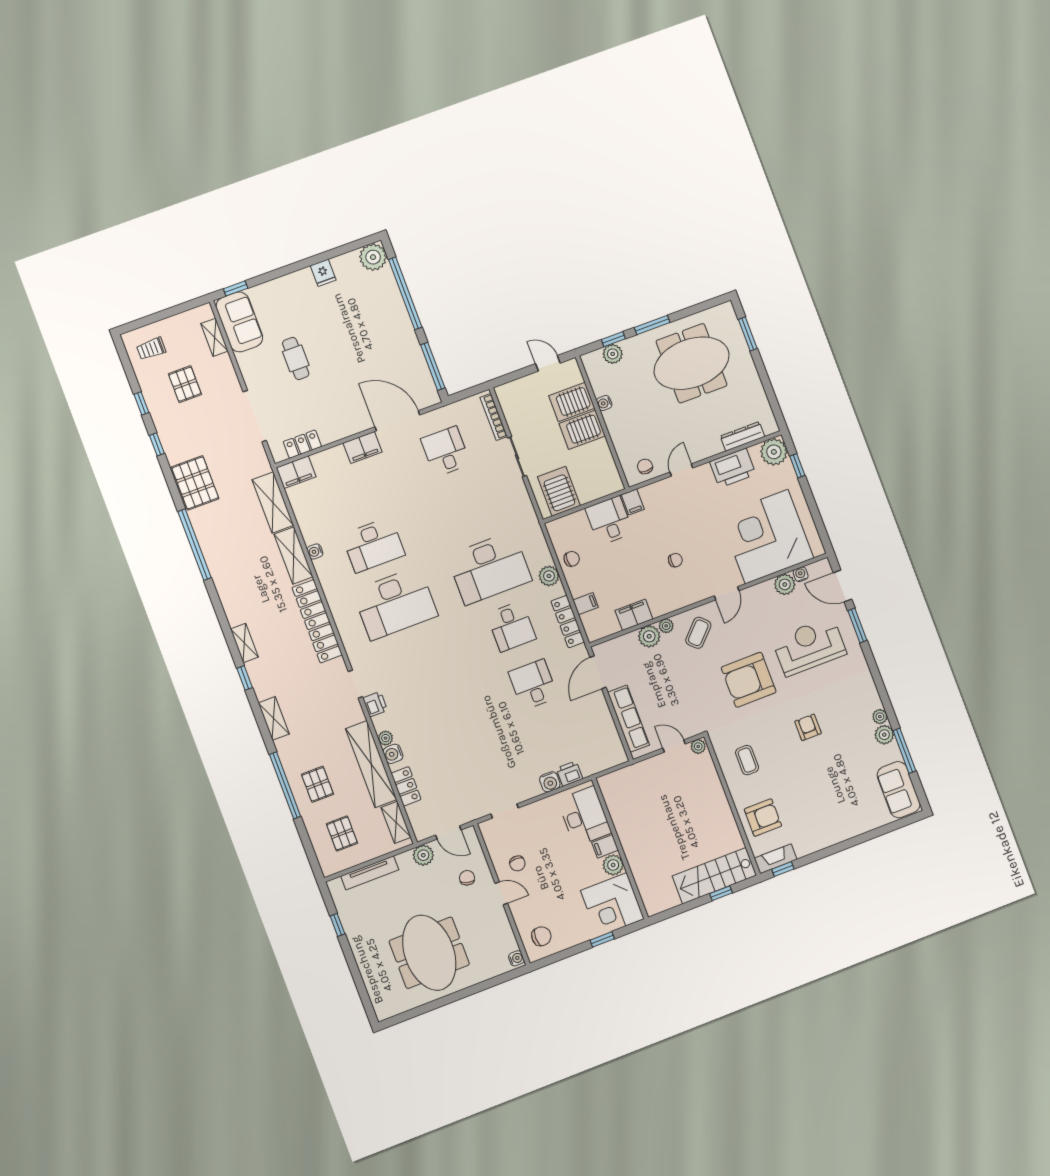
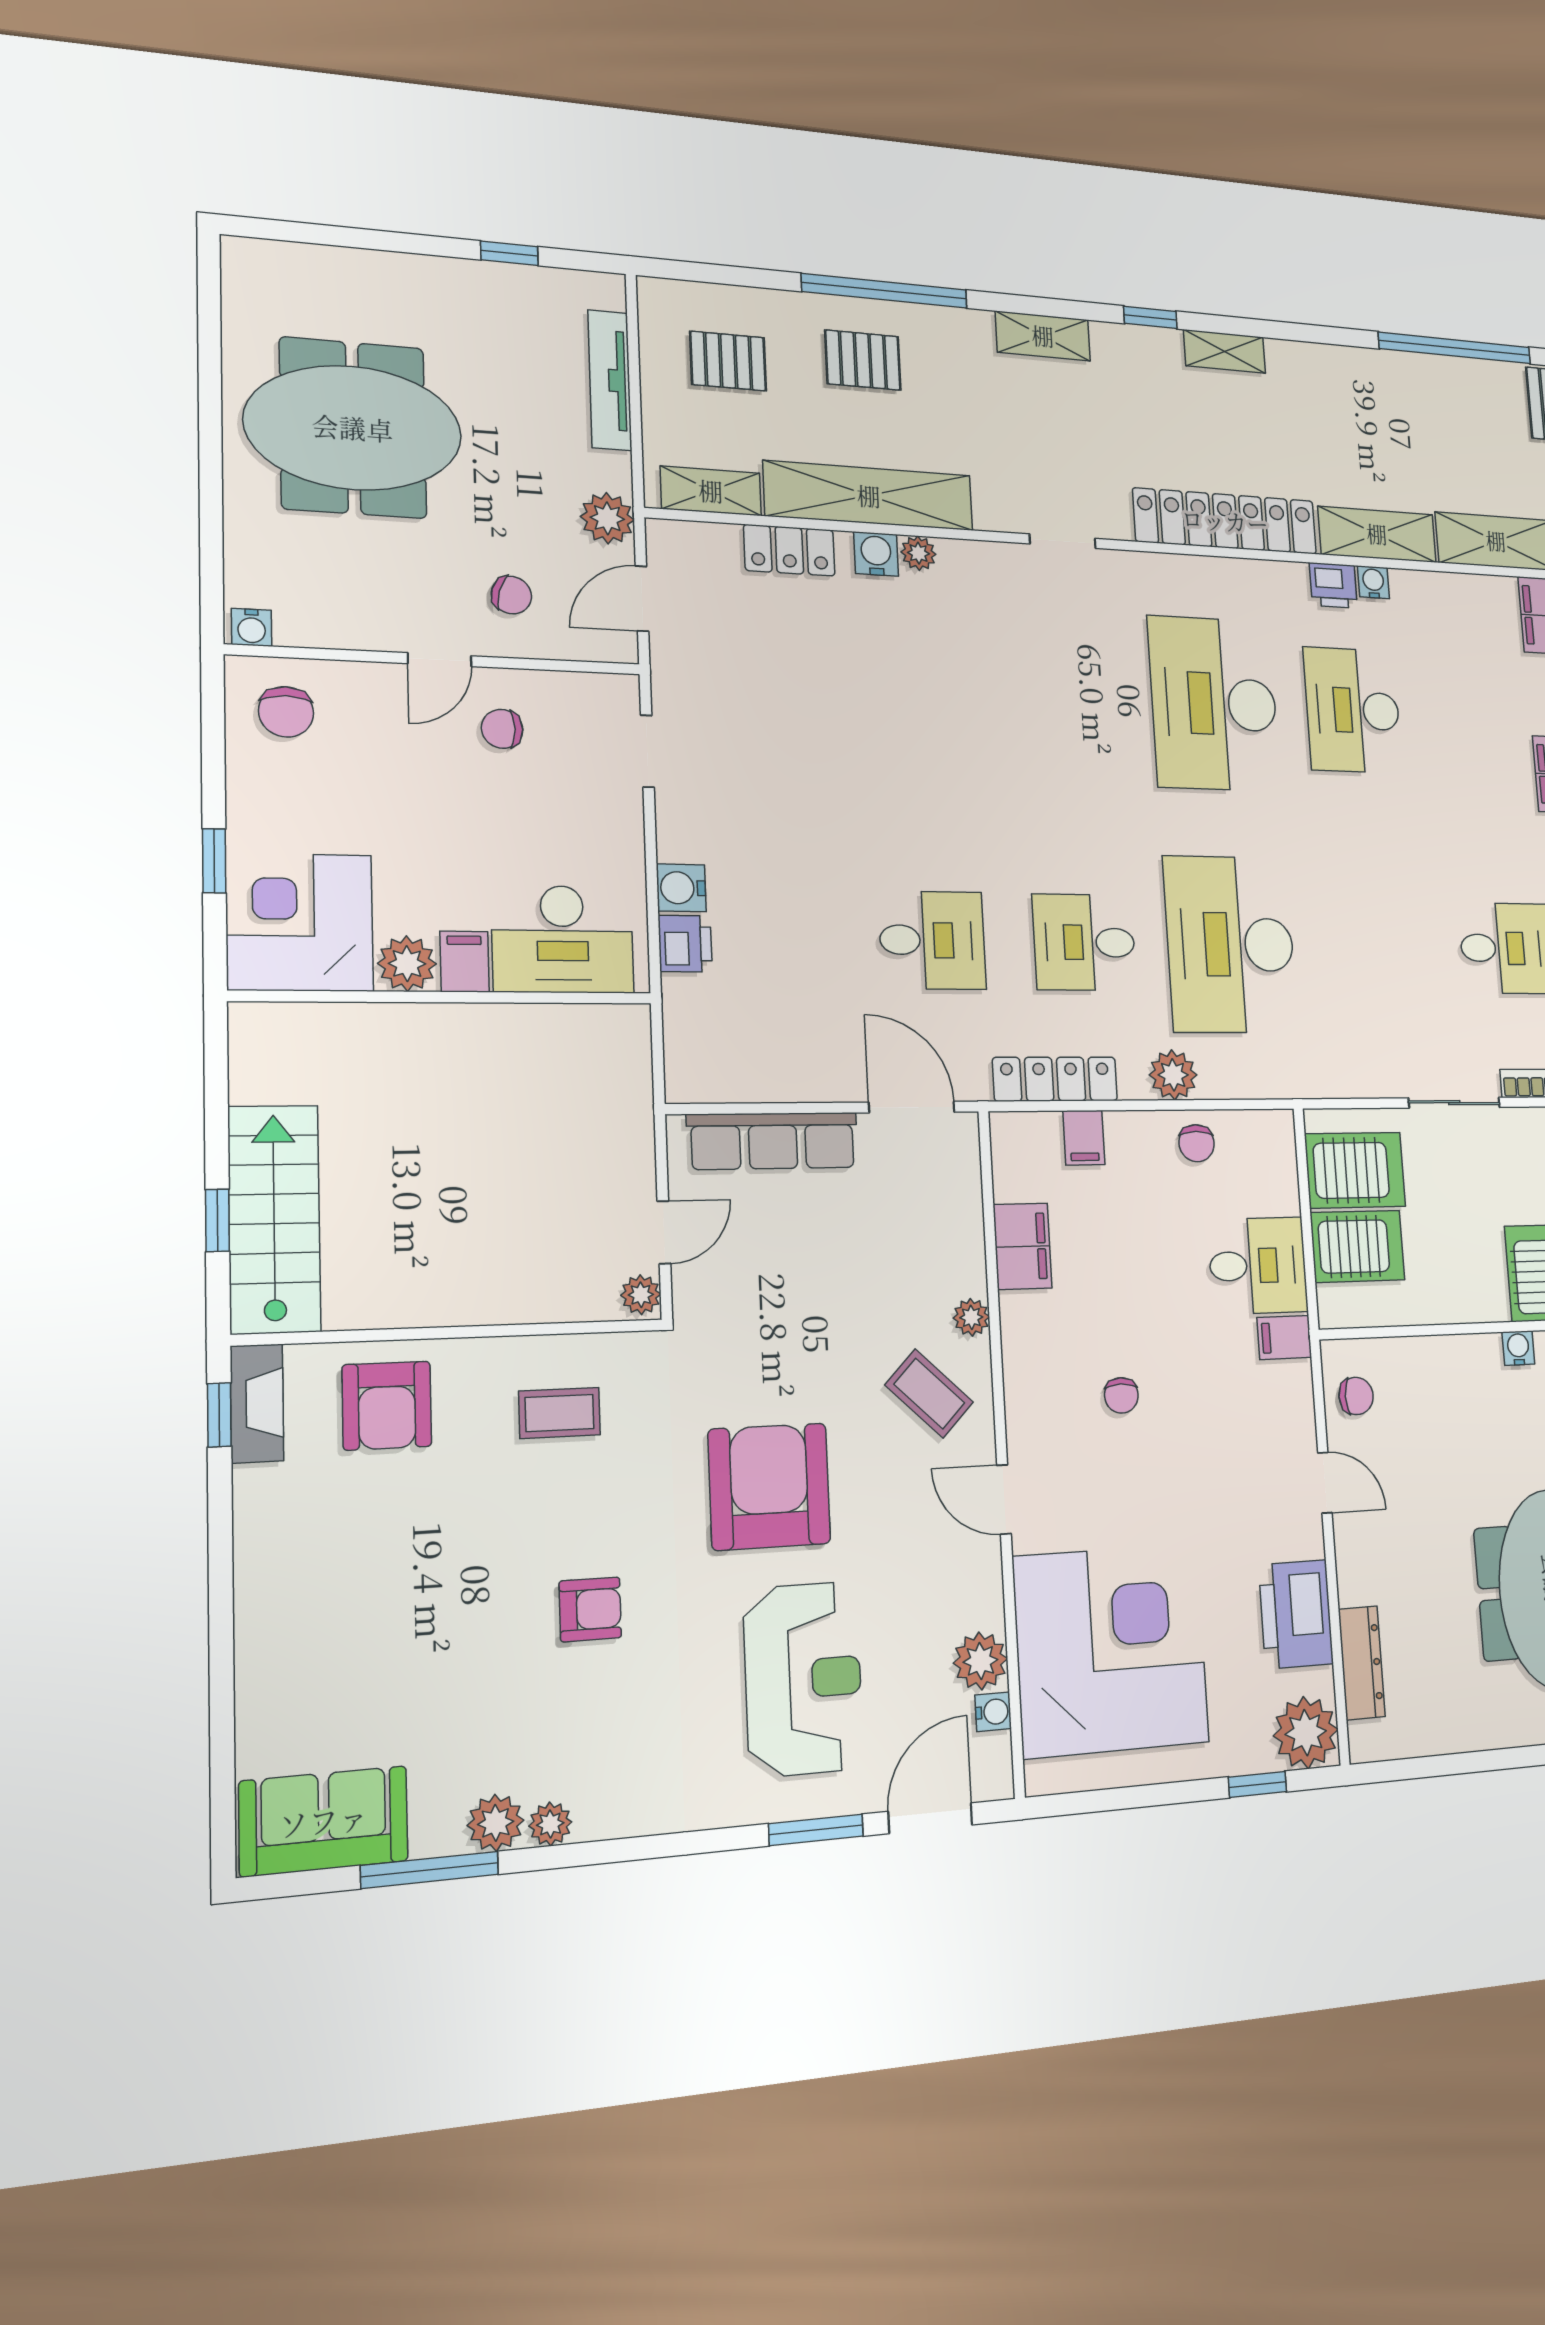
server rack: (582, 430) -> (1357, 1246), moved, turned 90
plant: (649, 636) -> (959, 1266), removed
printer: (375, 704) -> (1333, 585), moved

